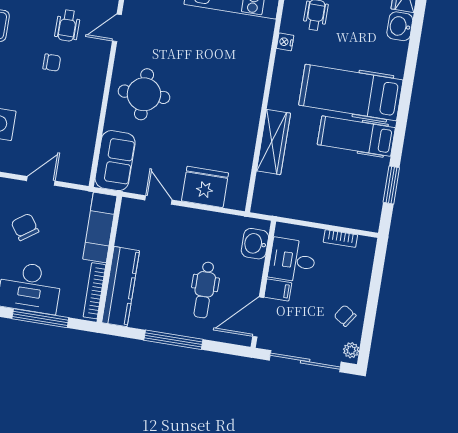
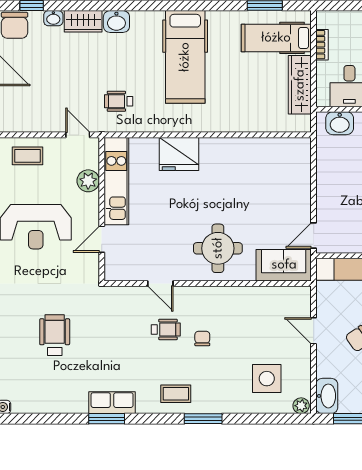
nightstand: (285, 42) -> (148, 125), removed
hospital bed: (356, 136) -> (276, 38), moved, turned 90
wardrobe: (274, 142) -> (300, 85), moved, turned -90
fridge: (205, 187) -> (179, 154), moved, turned -90
door: (158, 200) -> (314, 235), moved

